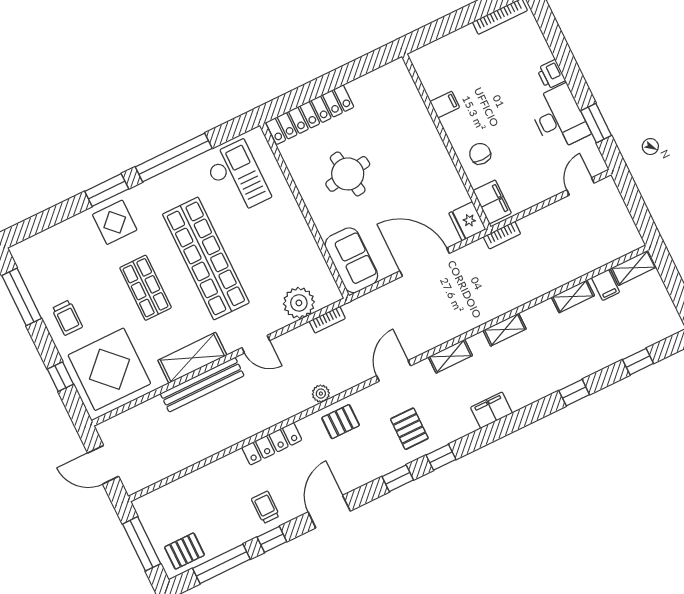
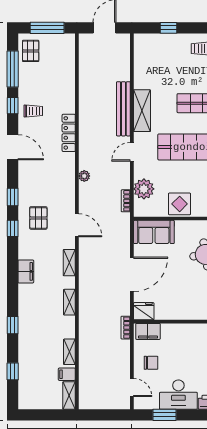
chair: (480, 154) -> (151, 363), moved
display table: (109, 369) -> (180, 204), moved, width x0.54, depth x0.54
pallet: (341, 422) -> (62, 180), removed
pallet: (409, 429) -> (38, 218), turned 90

